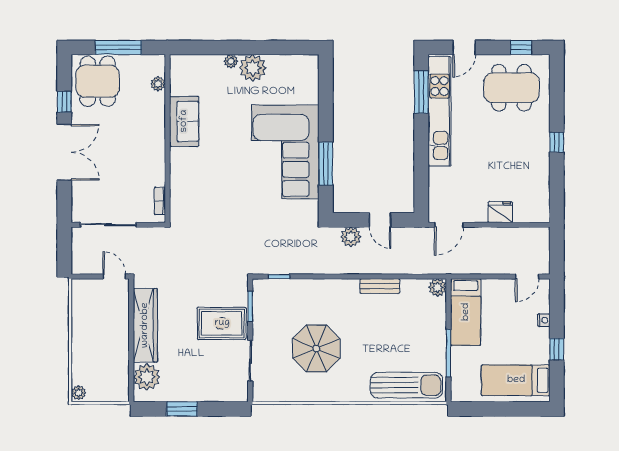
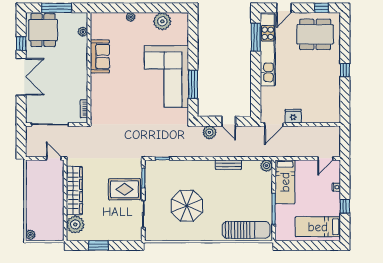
plant: (253, 68) -> (162, 21), moved
fridge: (500, 212) -> (293, 116), moved

